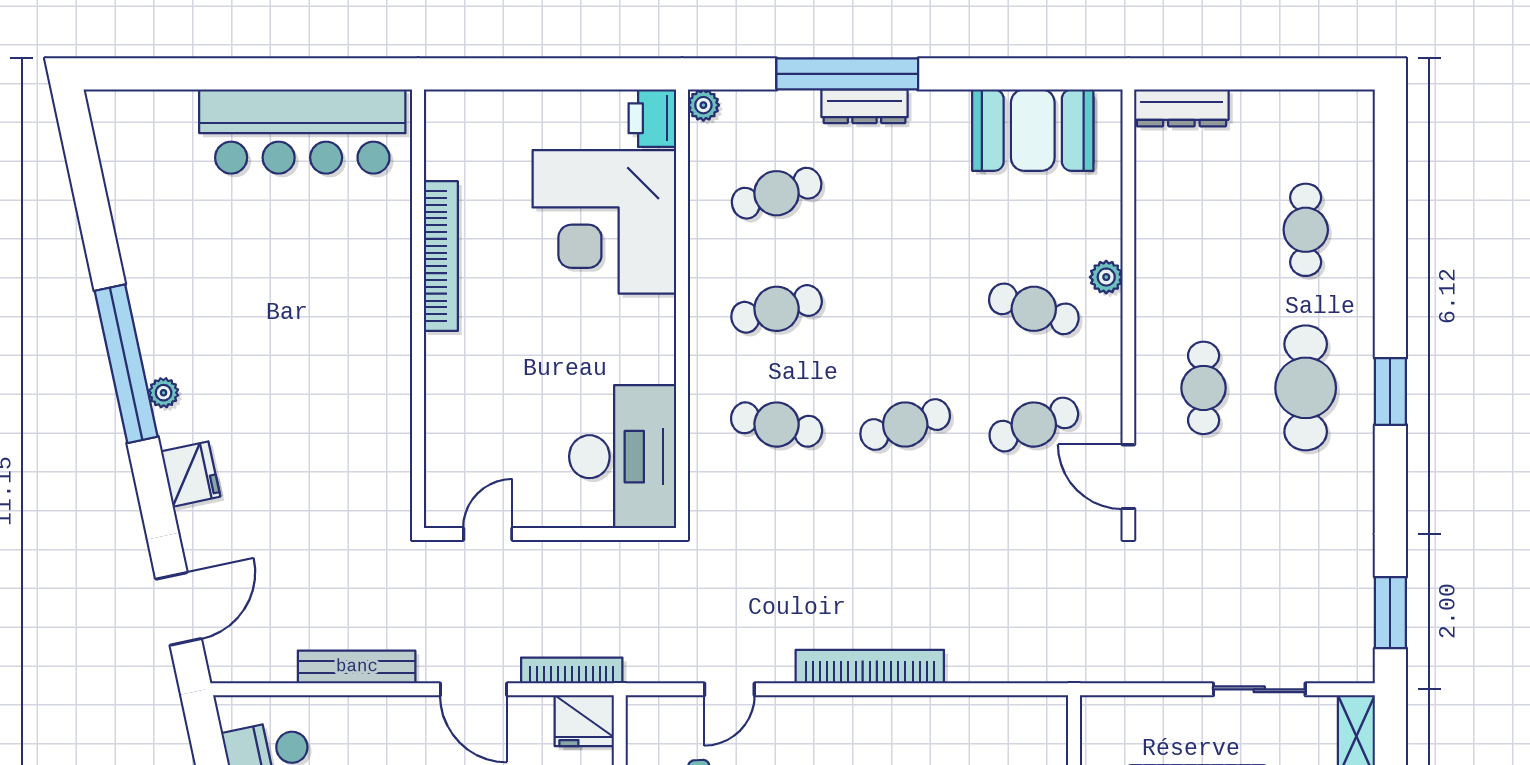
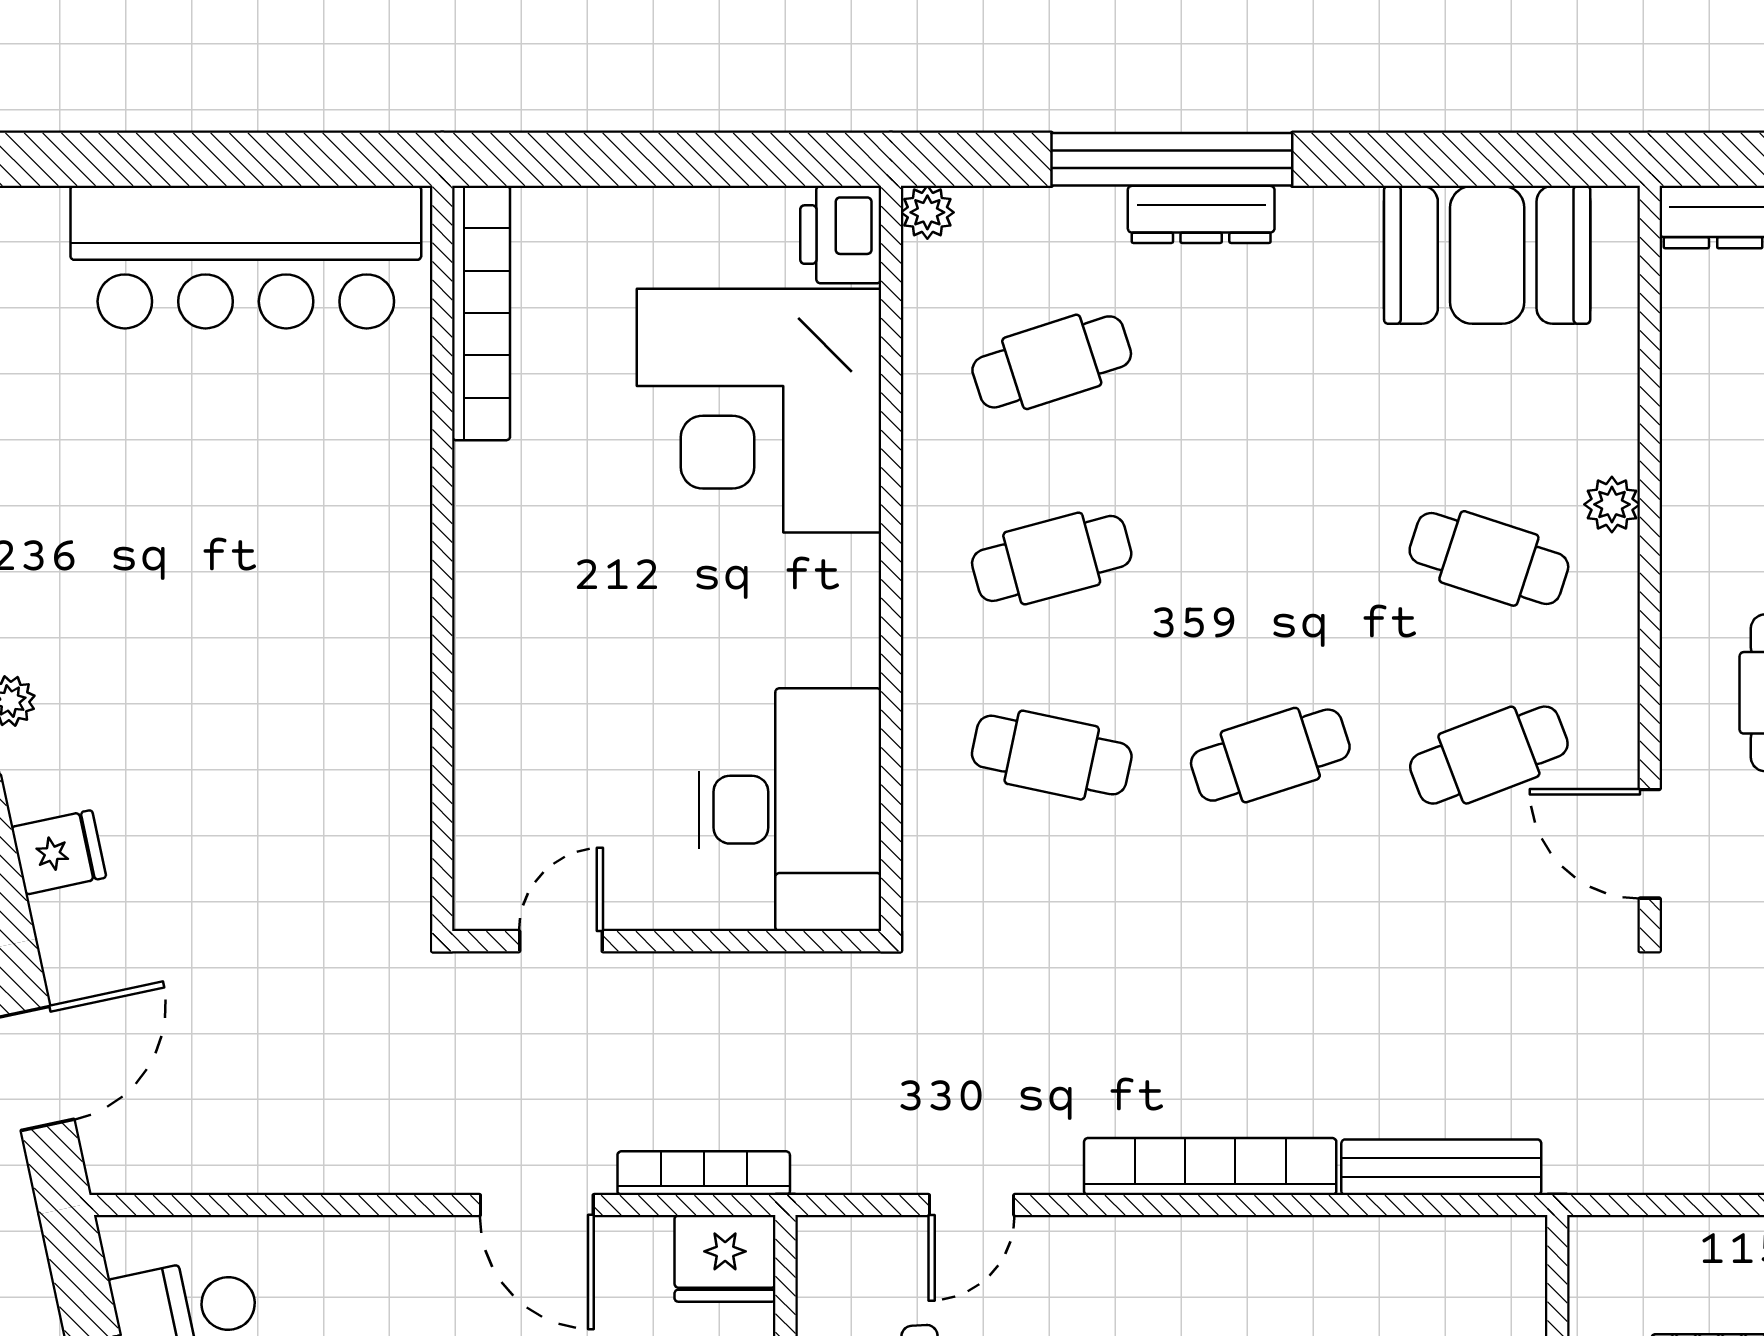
bookcase: (441, 256) -> (481, 313), moved
fridge: (191, 474) -> (59, 852), width x0.72
bench: (357, 667) -> (1441, 1167), moved

